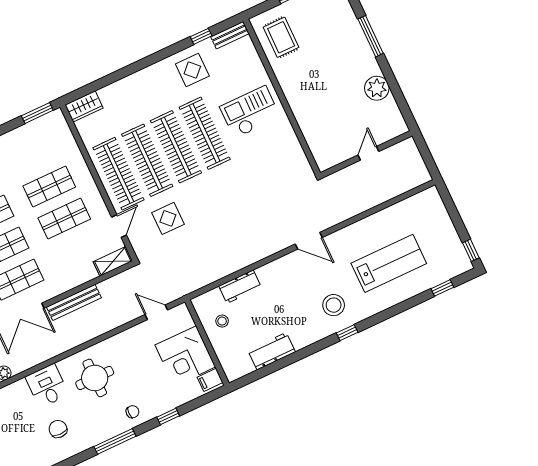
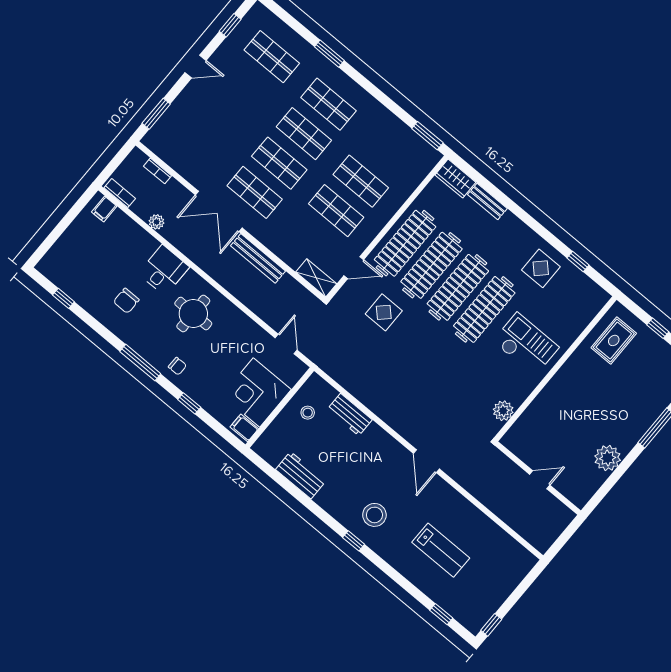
bench: (230, 35) -> (487, 201), moved
plant: (297, 157) -> (503, 411), added
lab bench: (389, 263) -> (441, 550), width x0.73, depth x0.72
chair: (58, 429) -> (126, 301), turned 180

